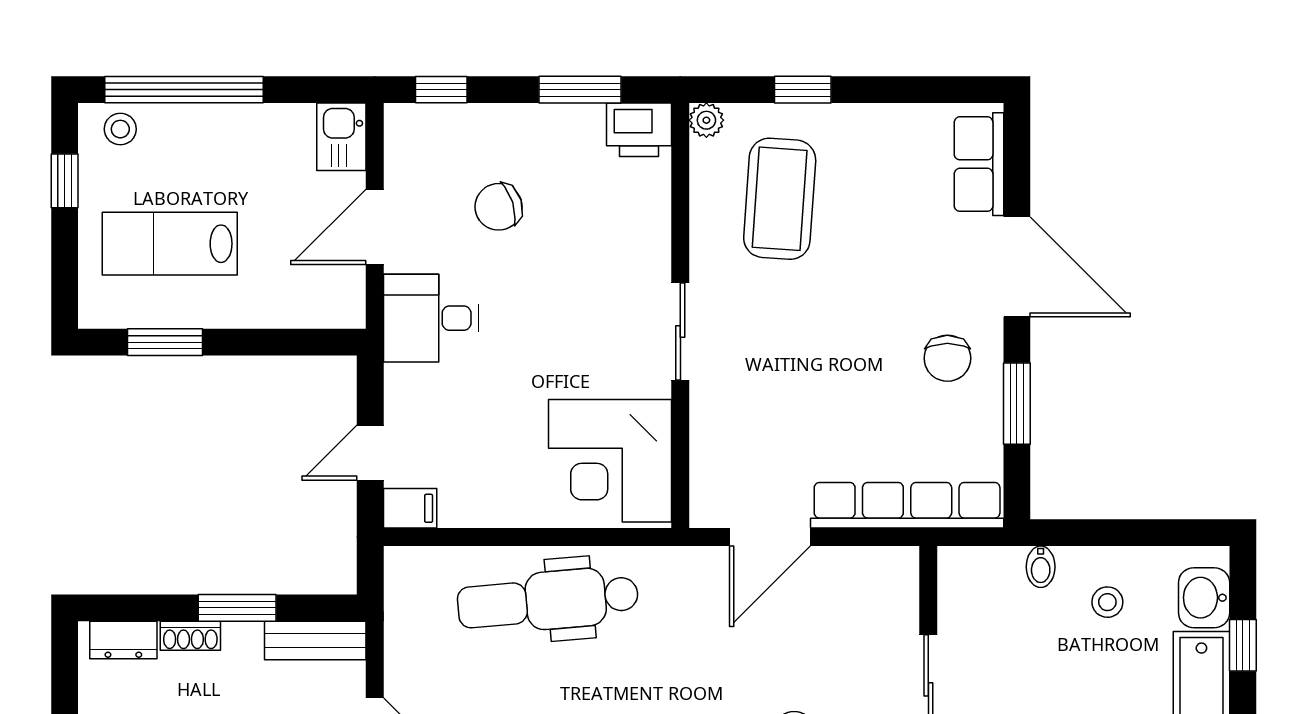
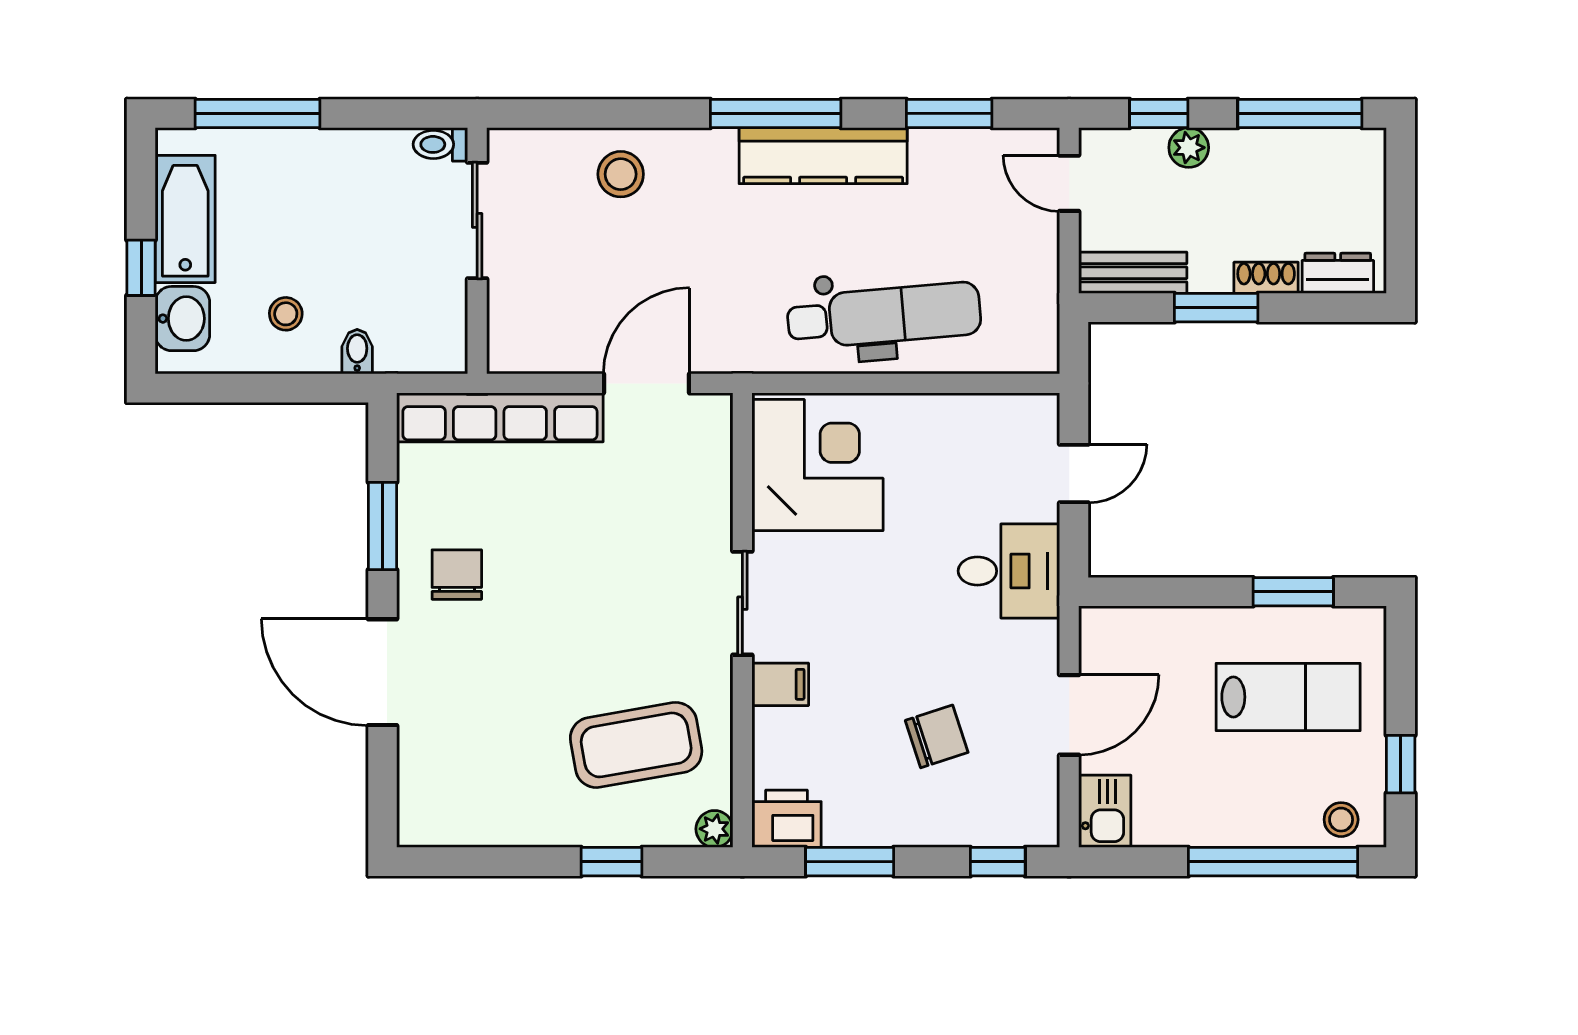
row of seats: (979, 164) -> (423, 782), removed
coffee table: (780, 199) -> (636, 745), turned 76
desk: (431, 318) -> (1009, 571), moved
filing cabinet: (410, 508) -> (780, 684), moved, turned 180

